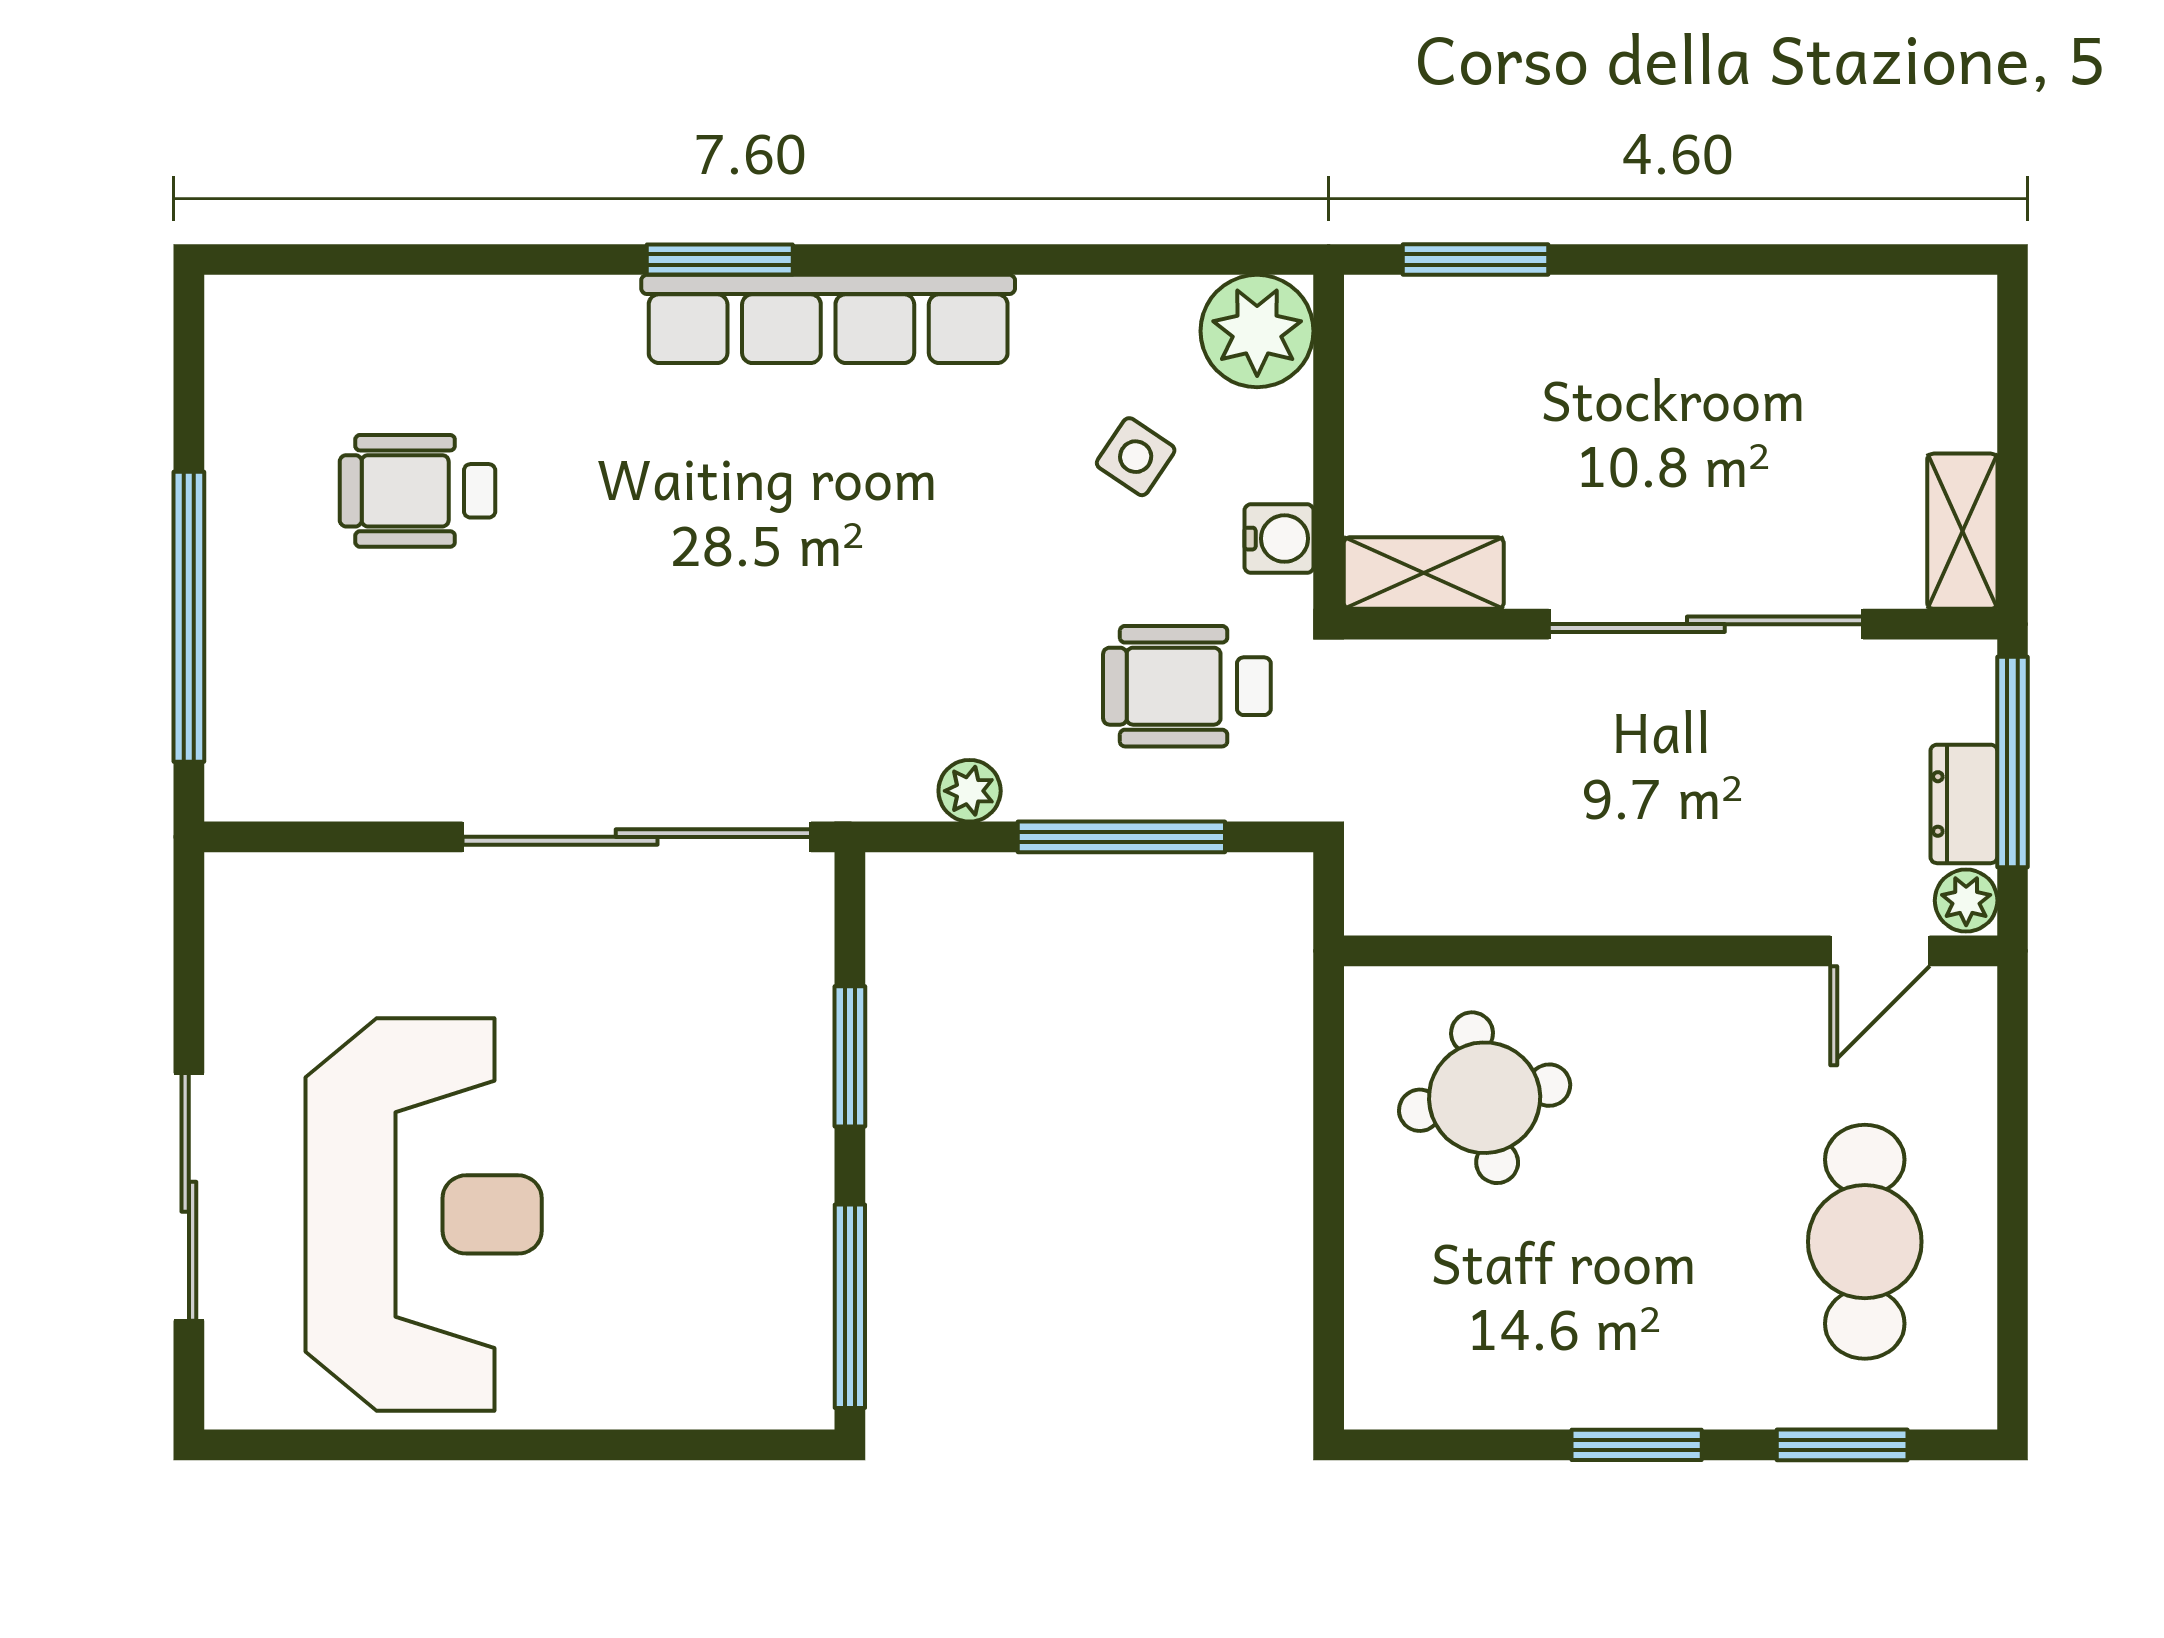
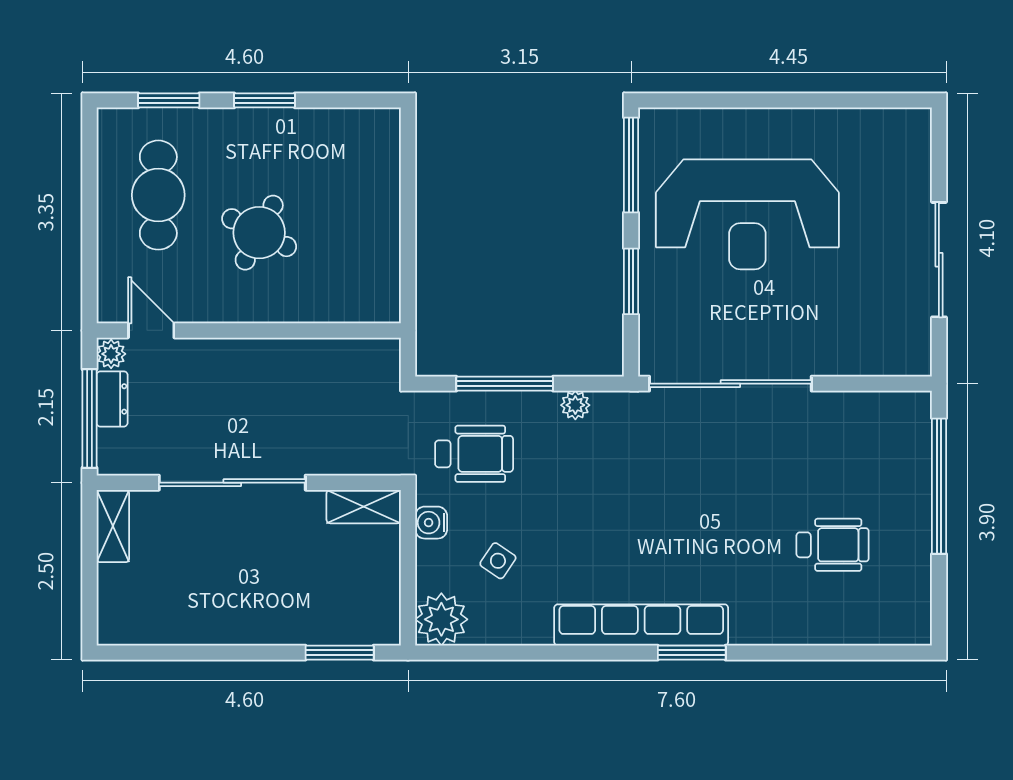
door: (1880, 951) -> (151, 330), hinge flipped
round table: (1485, 1098) -> (259, 233), moved, turned 38
sliding door: (189, 1197) -> (939, 260), moved
reception desk: (424, 1214) -> (747, 214), moved, turned -90

